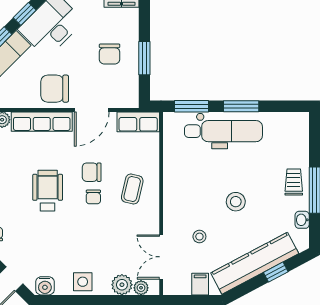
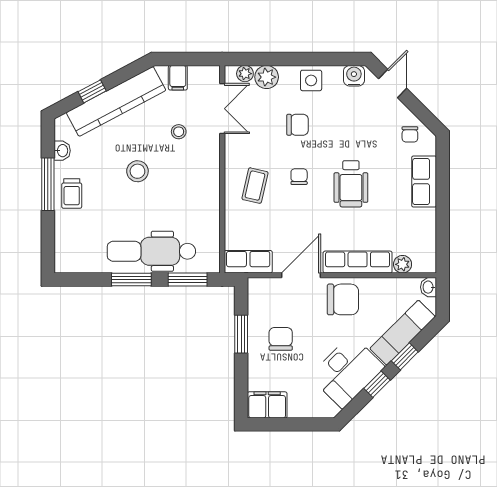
chair: (92, 172) -> (297, 125), moved

